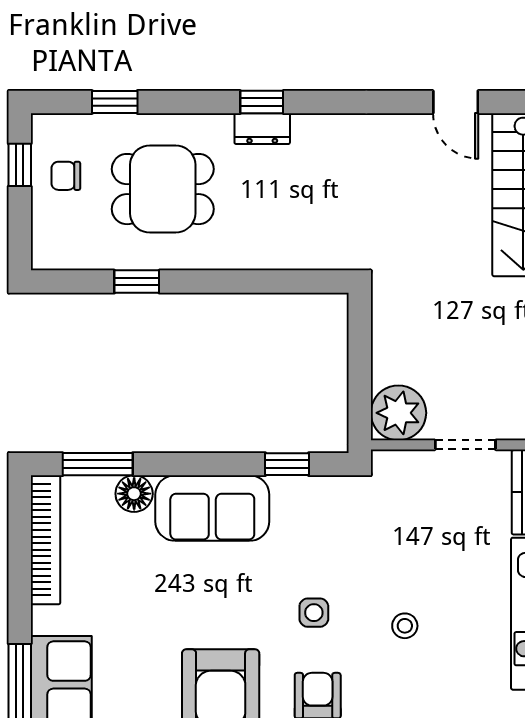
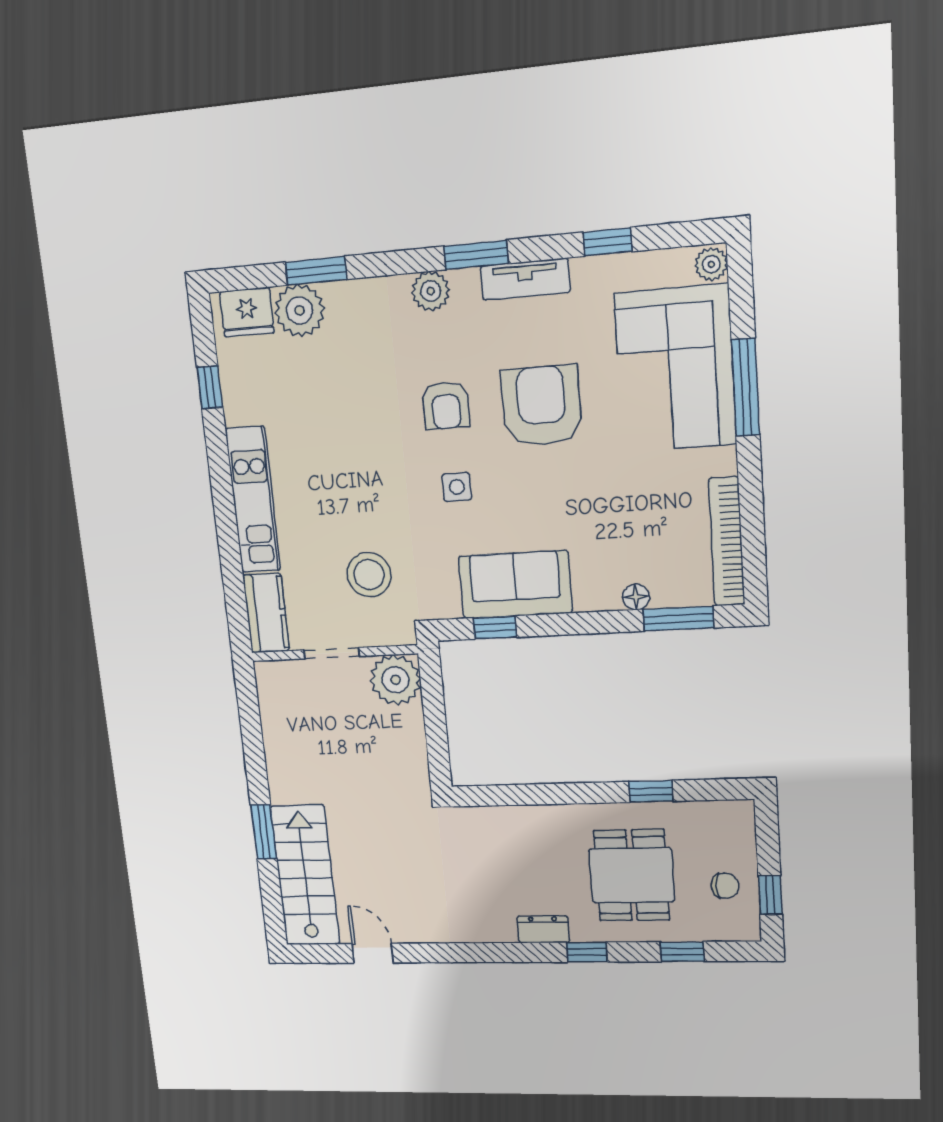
window: (262, 102) -> (587, 952), moved
dining table: (163, 189) -> (632, 875), turned 90
floor lamp: (134, 494) -> (636, 597), width x0.73, depth x0.73
sofa: (212, 508) -> (515, 585), moved
stool: (405, 626) -> (369, 575), moved, width x1.89, depth x1.89

